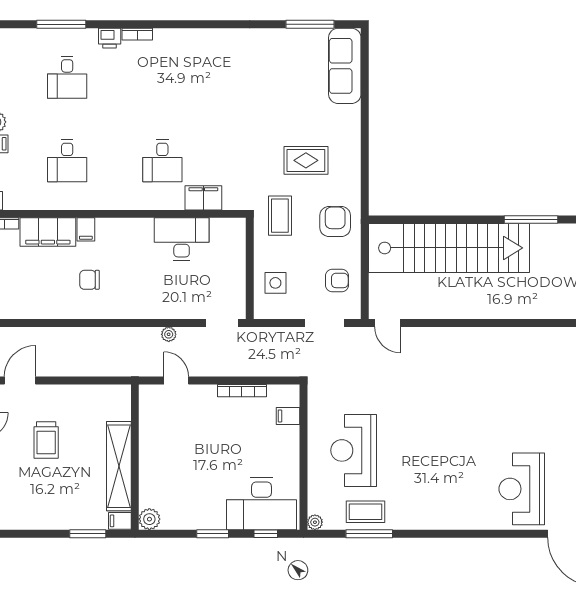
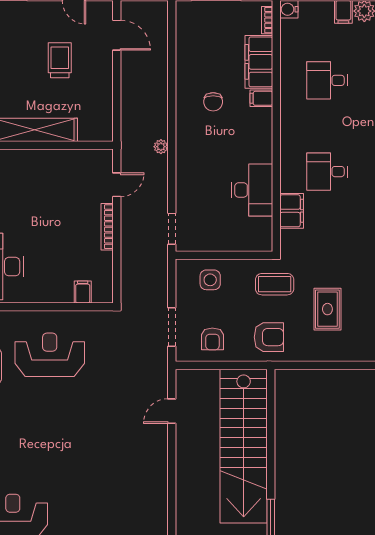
chair: (90, 280) -> (213, 102), turned 180
door: (388, 323) -> (172, 411), moved
plant: (169, 334) -> (161, 147), moved
bookcase: (242, 391) -> (107, 227), moved
trolley: (46, 440) -> (60, 60), turned 90

